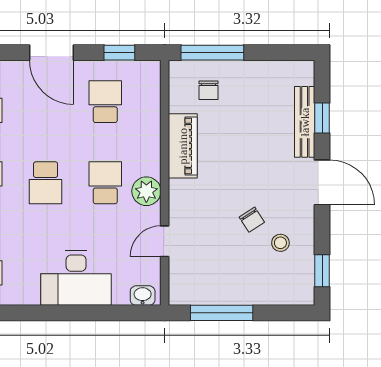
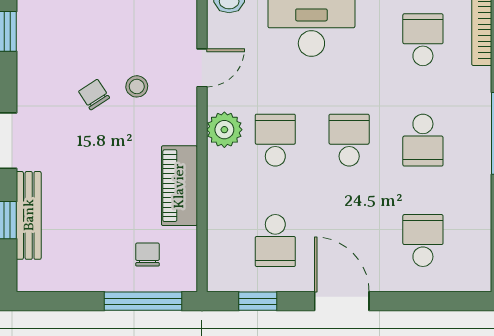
school desk: (105, 183) -> (275, 140), turned 180
stool: (280, 243) -> (137, 86), moved

